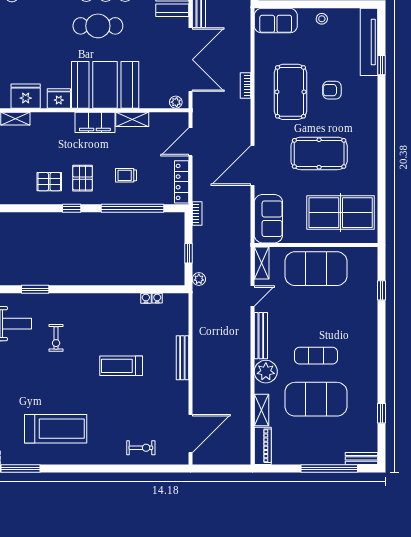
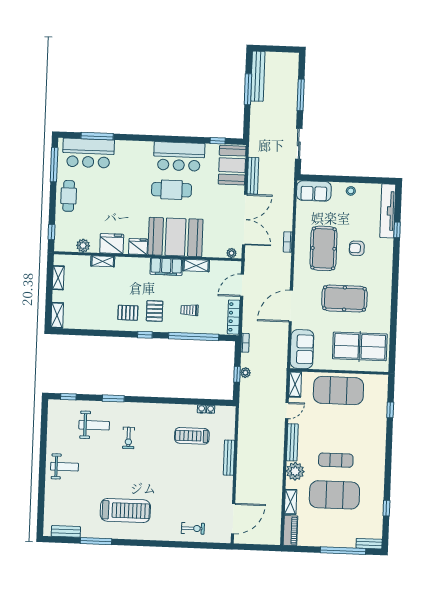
plant: (199, 279) -> (245, 373), moved
treadmill: (121, 366) -> (192, 436), moved

